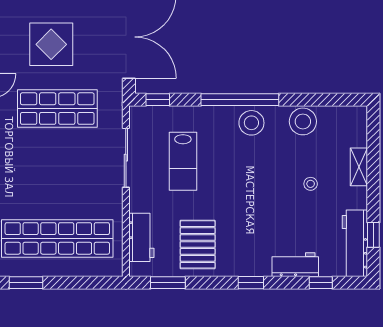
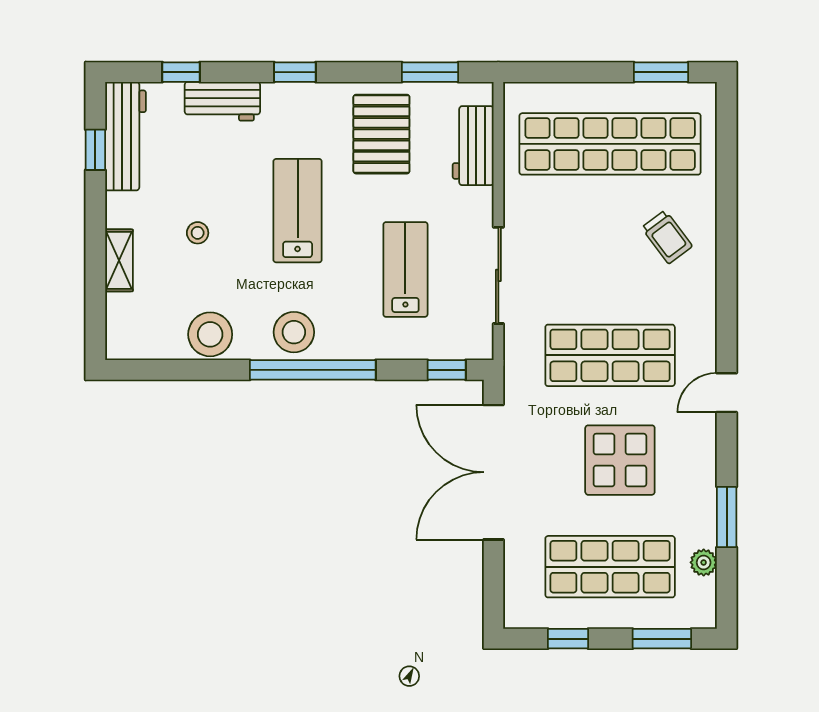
trolley: (22, 181) -> (667, 237), added
lab bench: (249, 197) -> (298, 211), added

